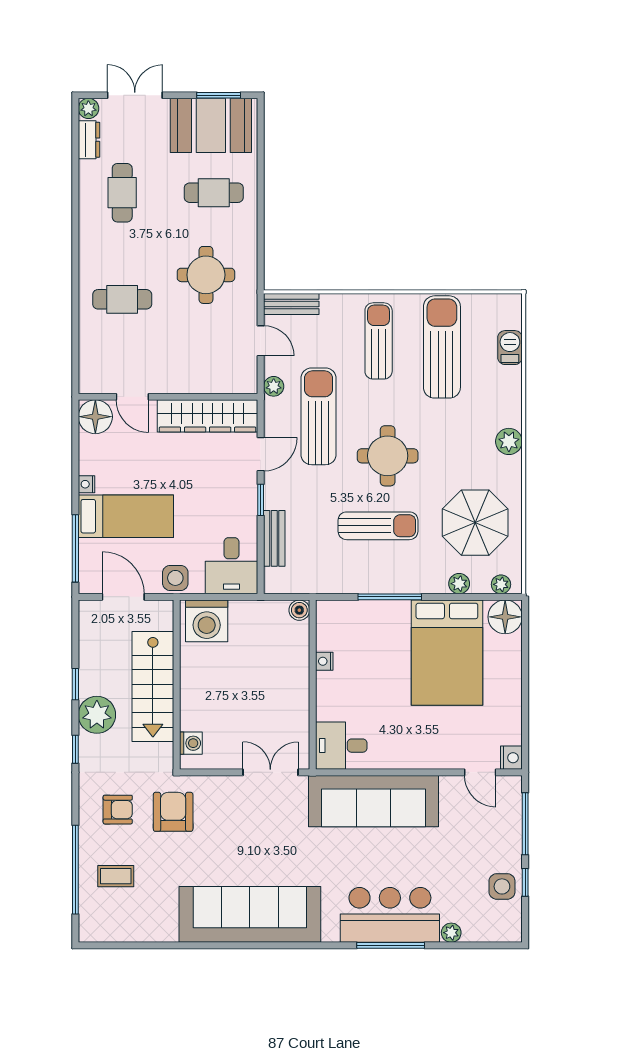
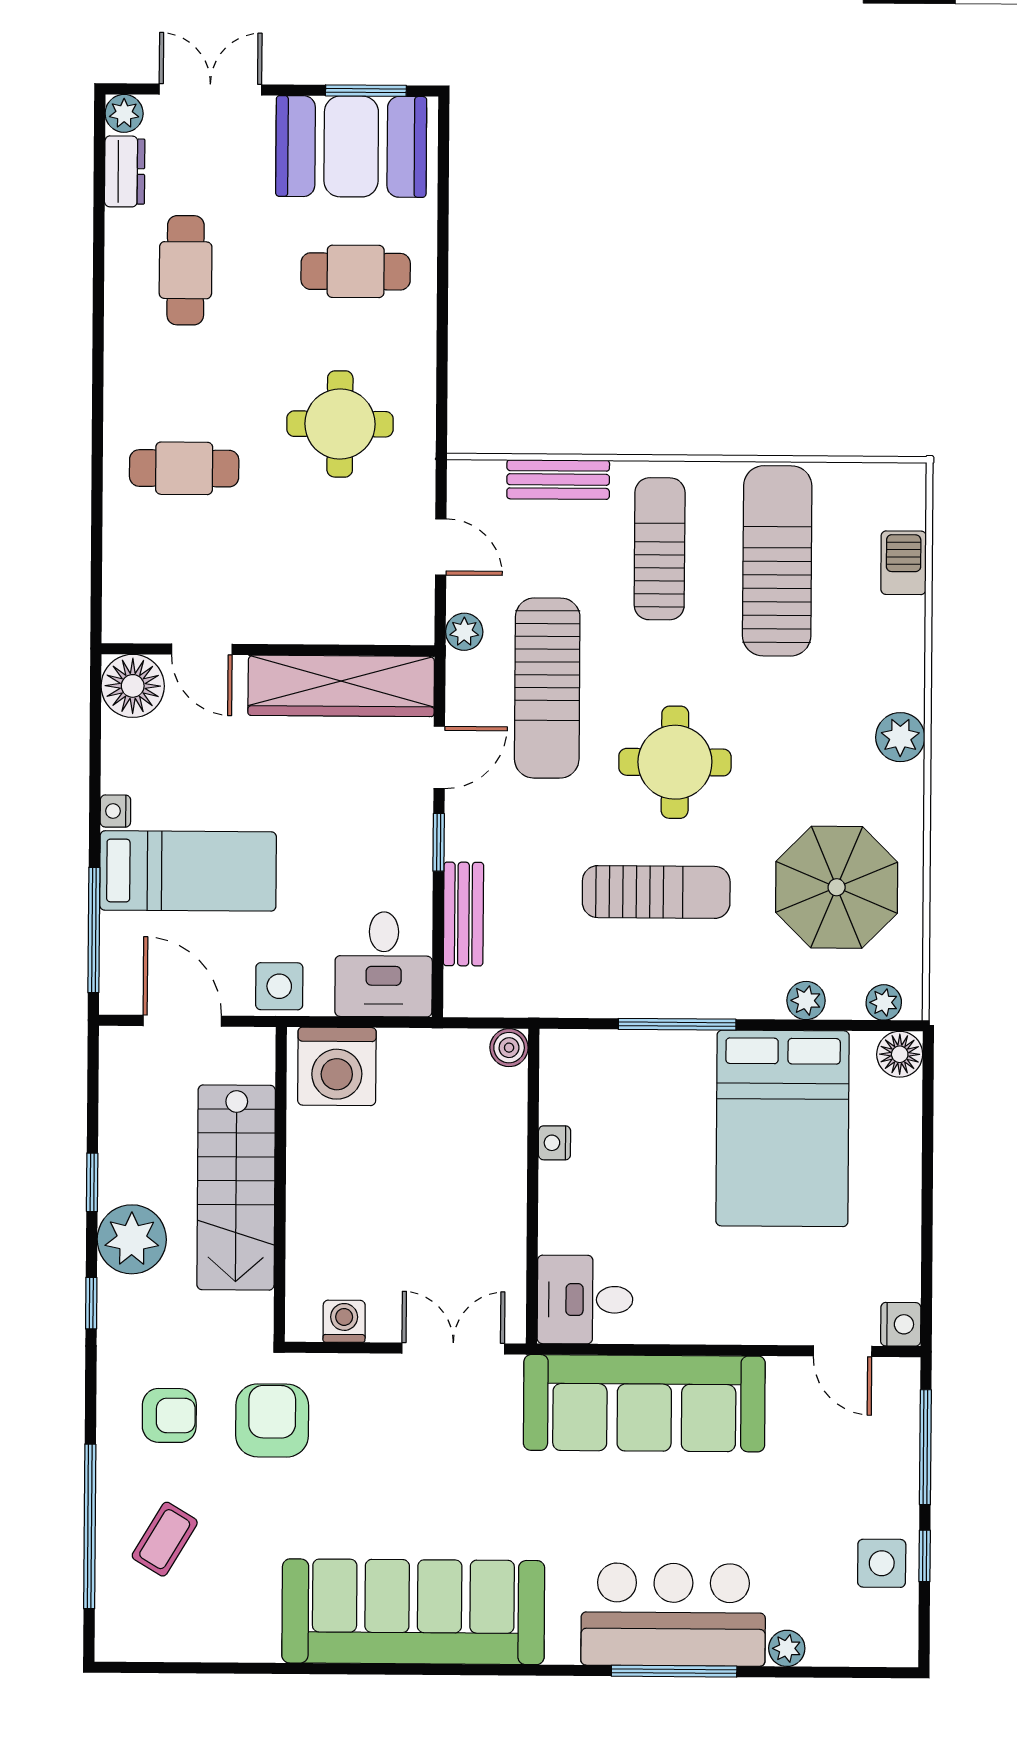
bench: (291, 304) -> (558, 480), moved
sun lounger: (319, 416) -> (547, 688), turned 180
floor lamp: (505, 617) -> (900, 1054), width x0.73, depth x0.73
washing machine: (191, 743) -> (344, 1321), moved, turned -90
coffee table: (116, 876) -> (165, 1539), turned -59

